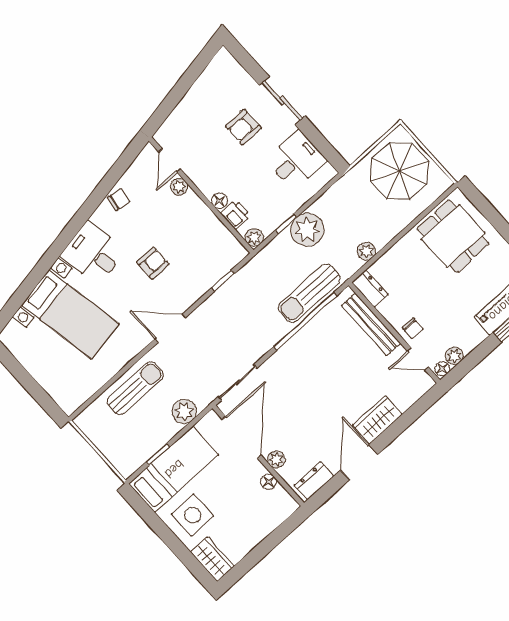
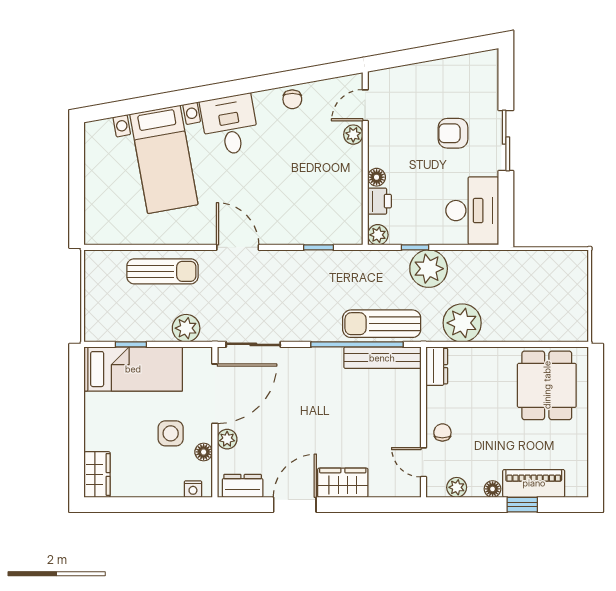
desk: (296, 160) -> (472, 211), width x1.37
parasol: (399, 171) -> (551, 289), removed
chair: (119, 200) -> (292, 99), turned 81
plant: (366, 251) -> (462, 323), width x1.87, depth x1.87
armchair: (153, 263) -> (273, 179), removed
bench: (371, 324) -> (382, 358), moved, turned 90
chair: (413, 328) -> (442, 432), turned 180
floor lamp: (442, 369) -> (493, 489), moved
nightstand: (283, 512) -> (193, 489), added
side table: (193, 515) -> (171, 433), moved, width x0.73, depth x0.73

